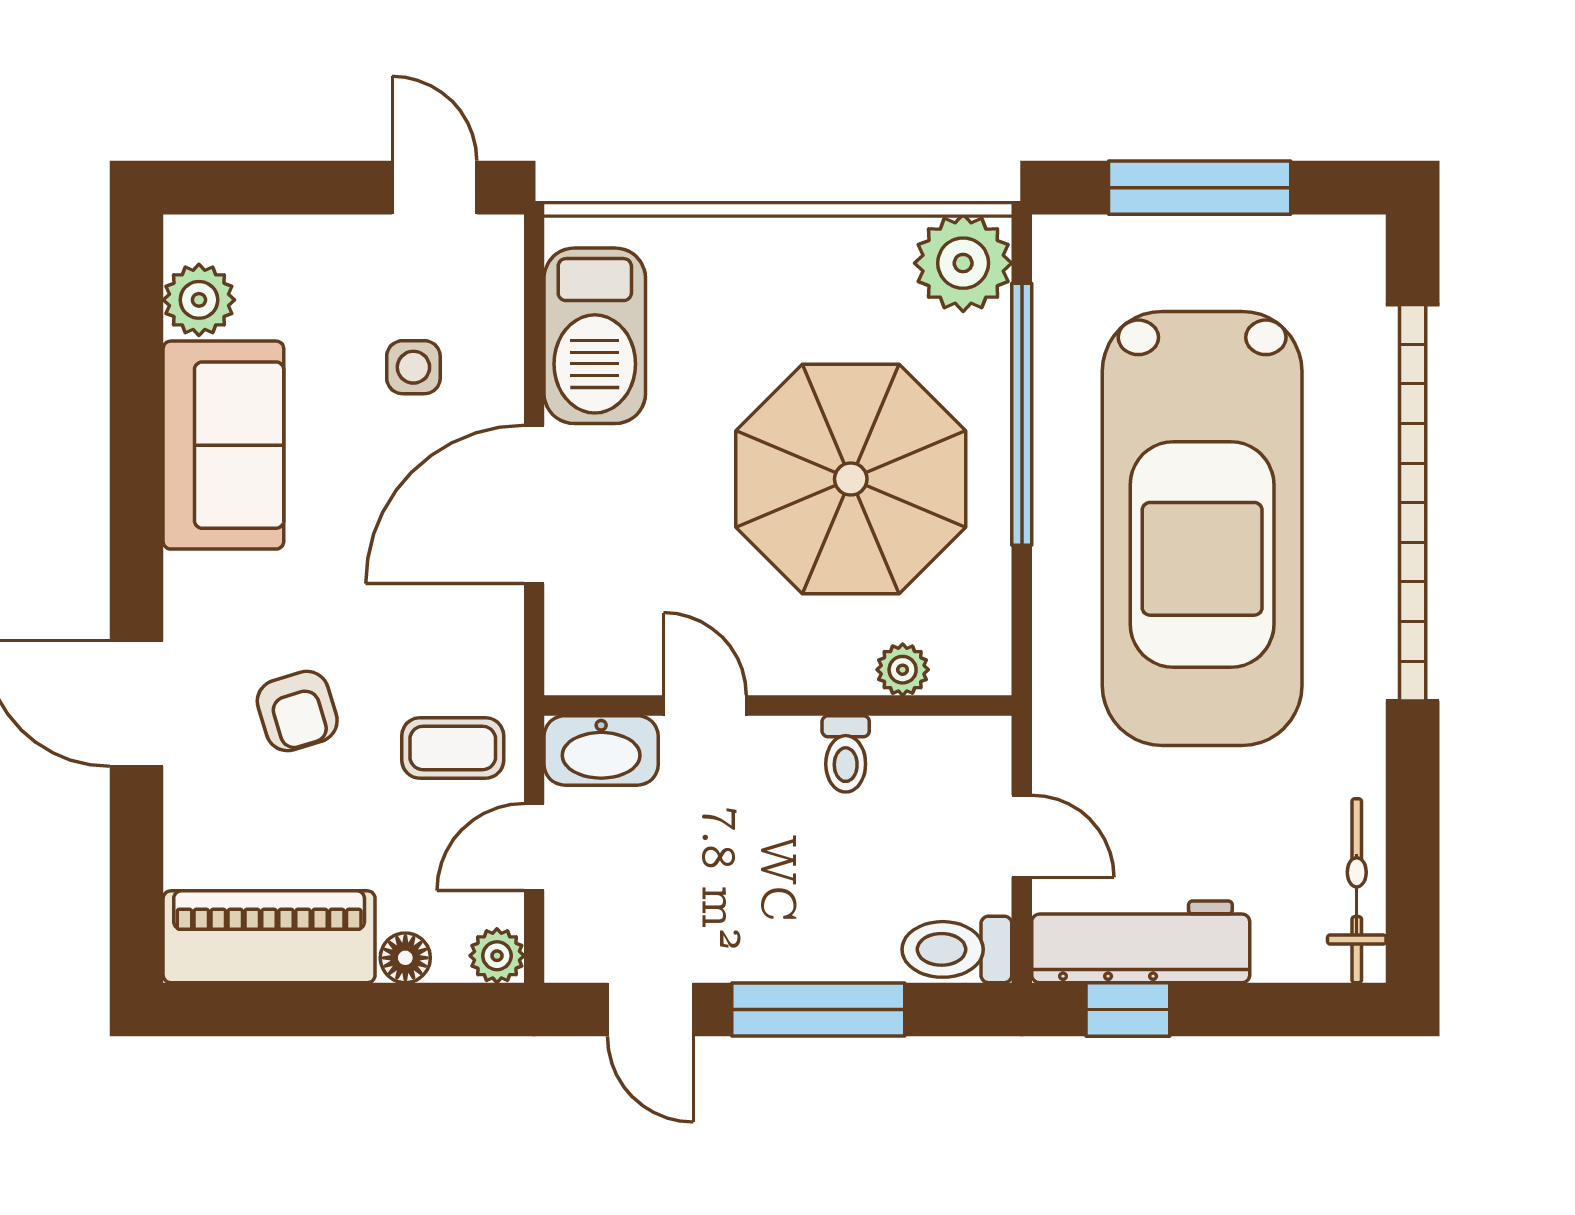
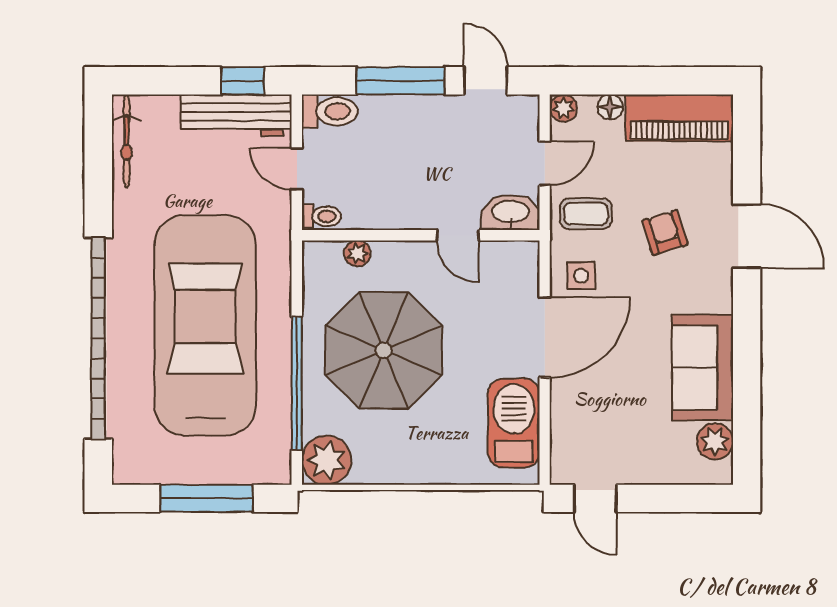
side table: (413, 367) -> (581, 276), moved
toilet: (846, 754) -> (321, 216), moved, turned 90

